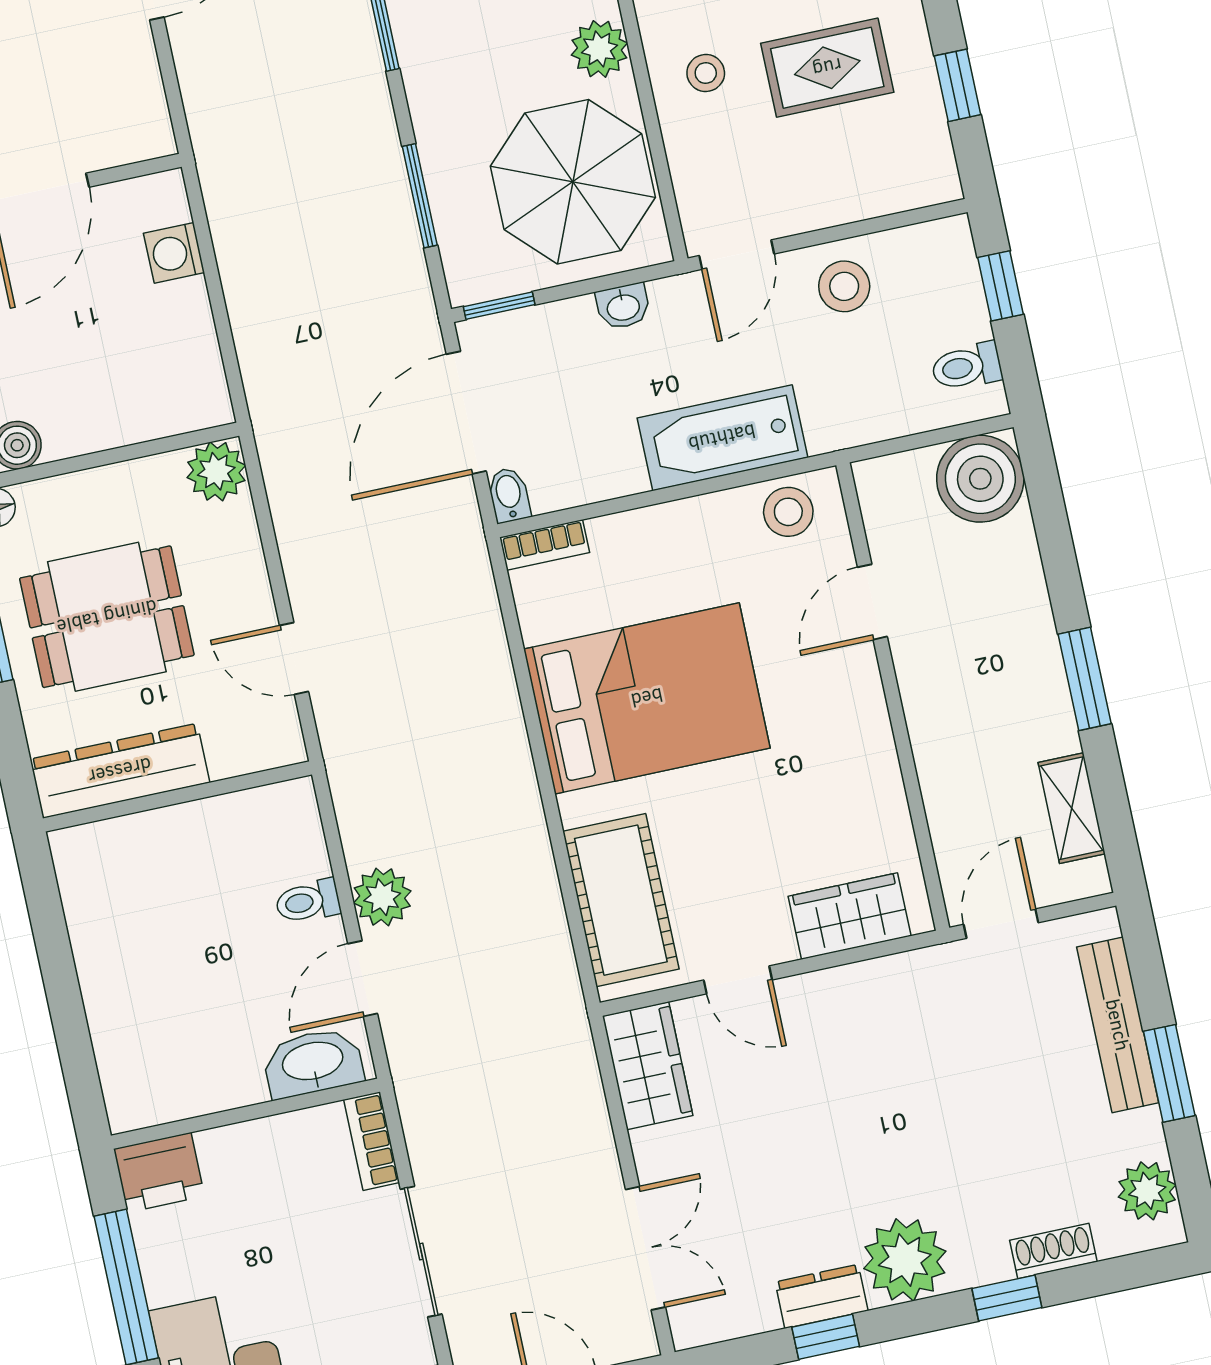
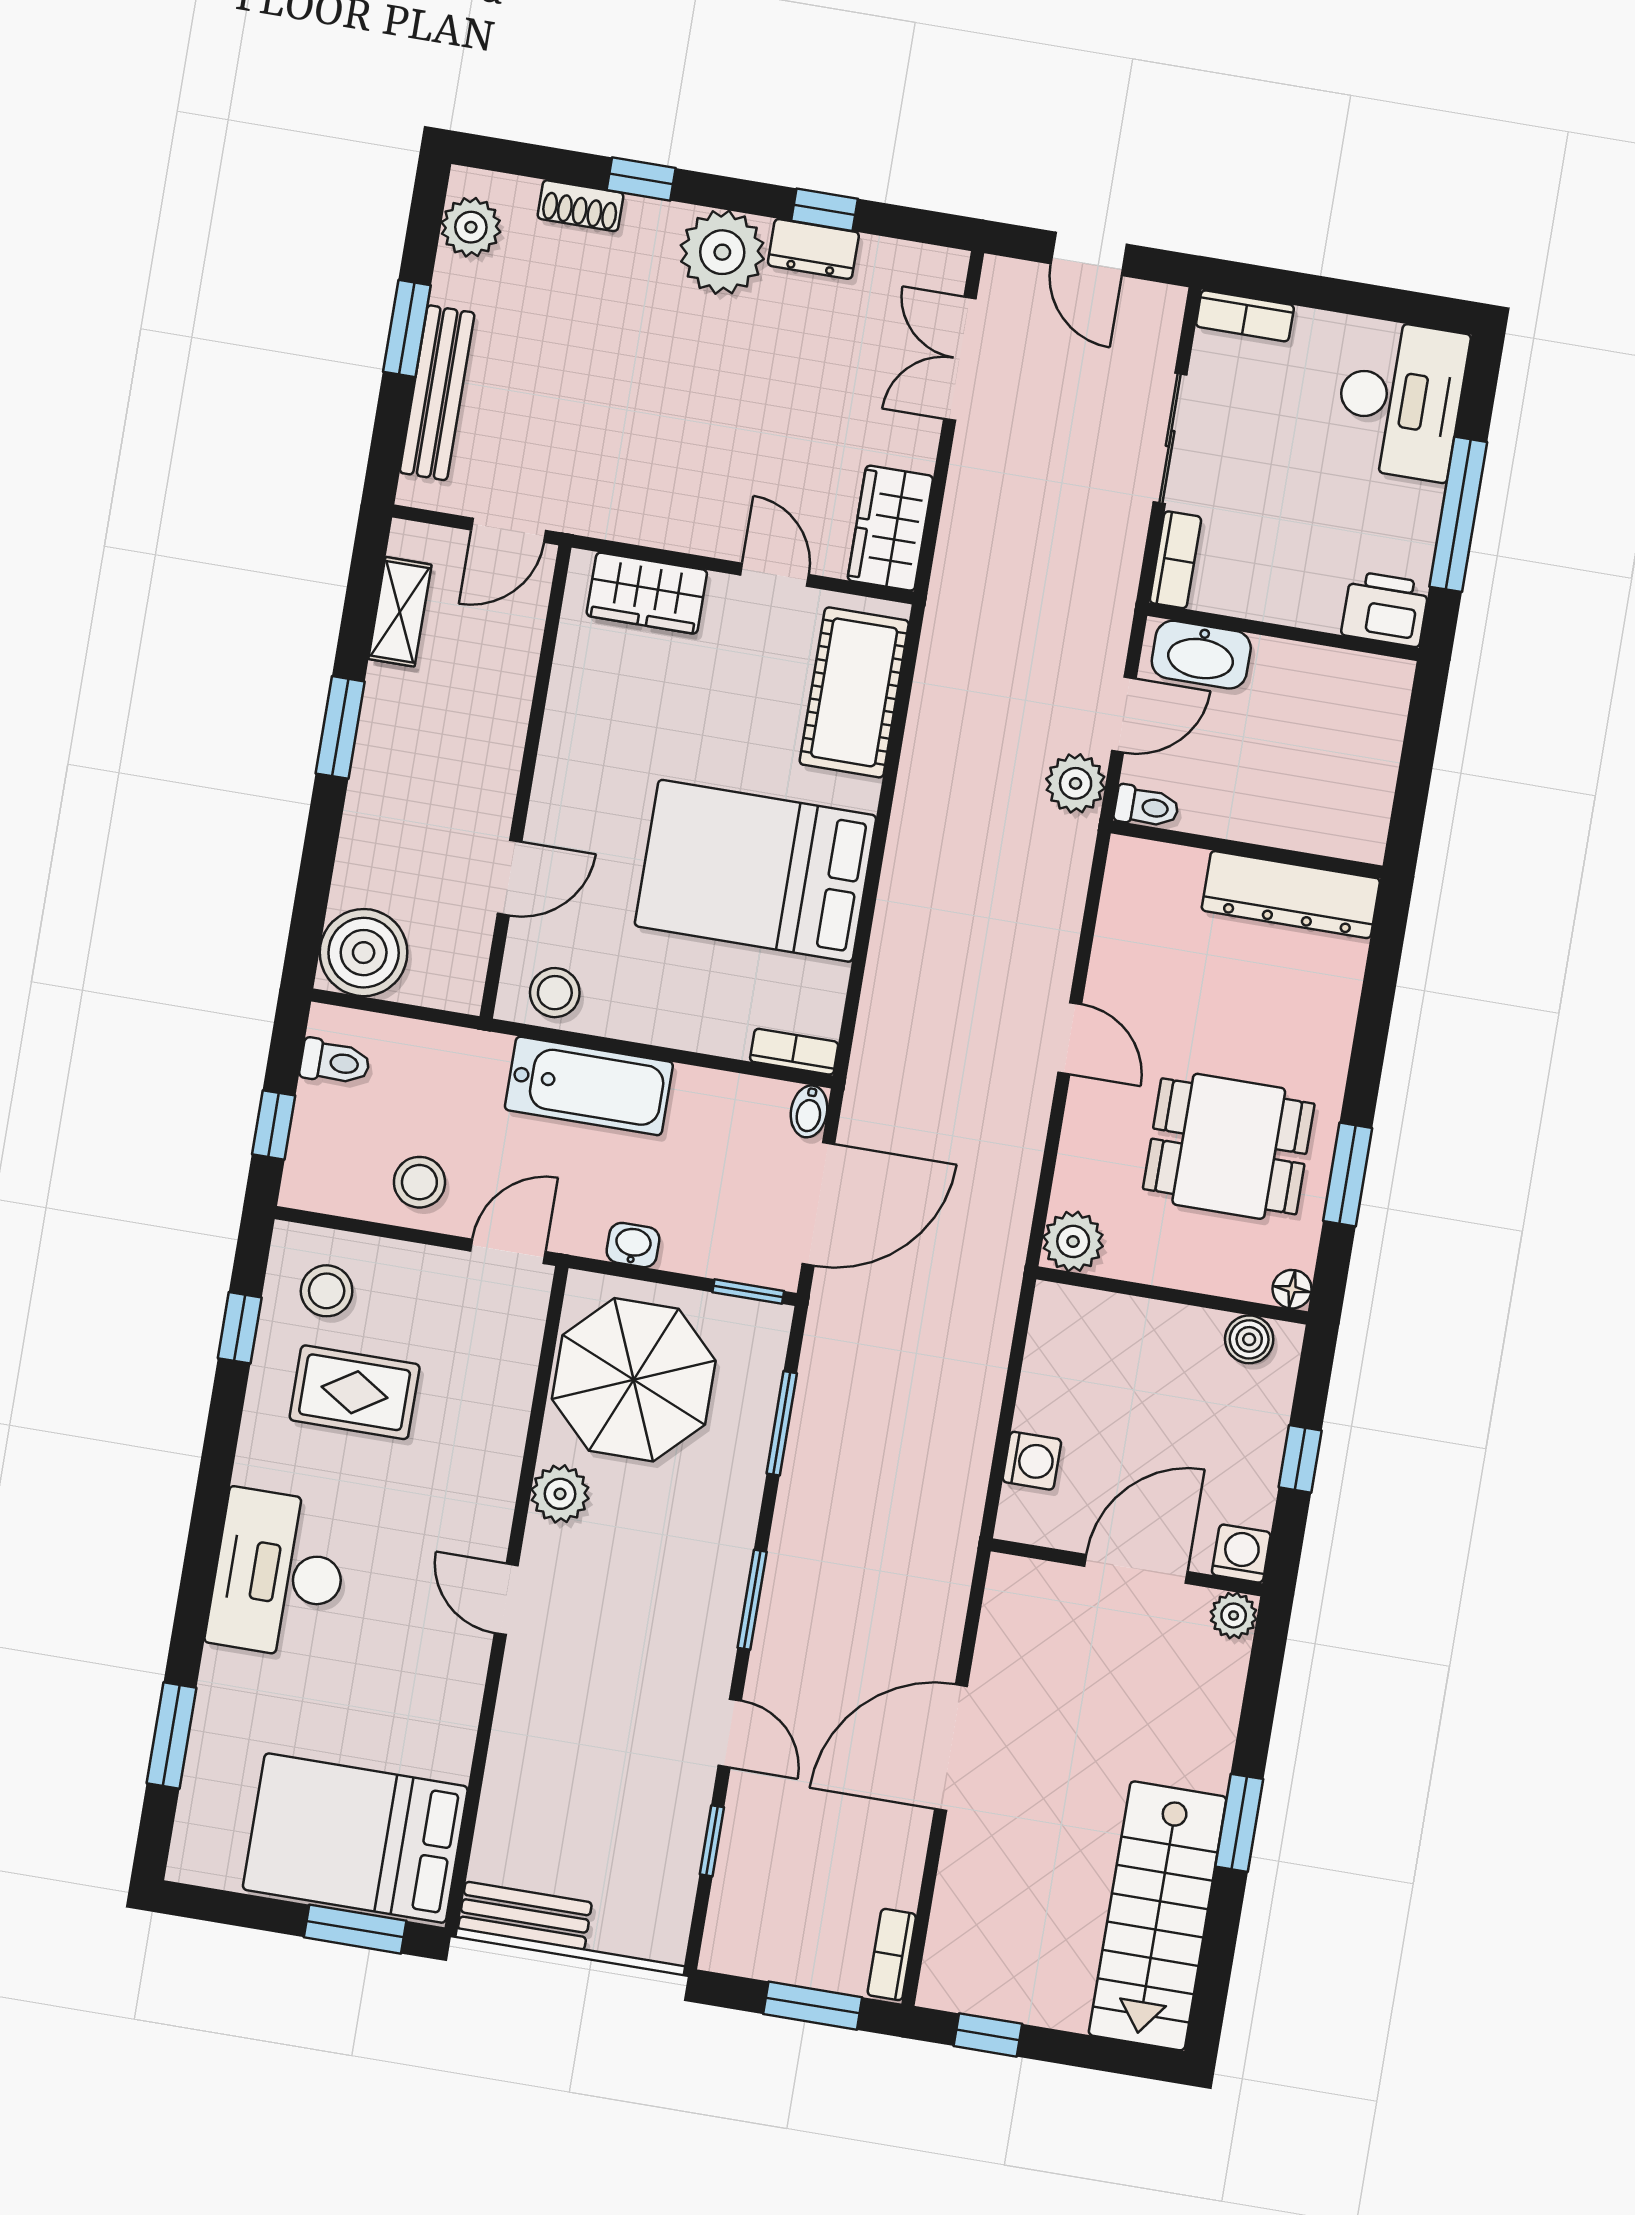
stool: (706, 73) -> (327, 1291), moved, width x1.37, depth x1.37
dresser: (120, 771) -> (1291, 895), moved
wall: (177, 796) -> (1247, 849), moved

